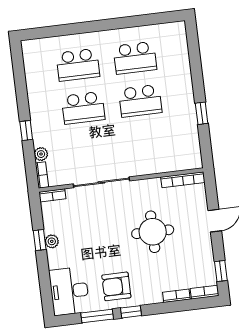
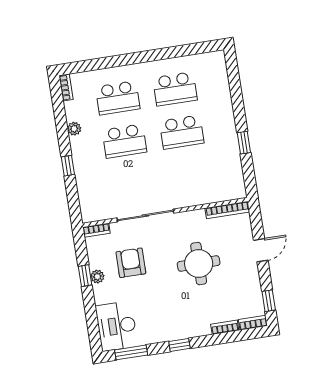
plant: (41, 154) -> (74, 129), moved
bookcase: (42, 175) -> (66, 88), moved
armchair: (116, 286) -> (131, 263), moved, turned 90
window: (97, 316) -> (131, 352), moved

